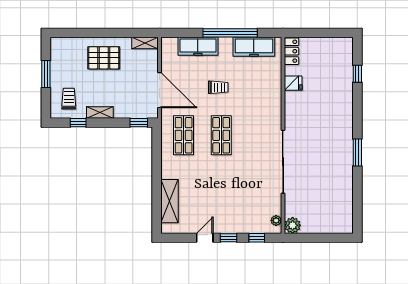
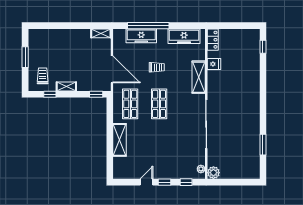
window: (230, 33) -> (148, 26), moved
pallet: (104, 58) -> (69, 45), removed
window: (357, 74) -> (263, 47), moved
shelving: (273, 100) -> (199, 77), added
window: (357, 153) -> (263, 145), moved
shelving: (170, 201) -> (120, 140), moved

